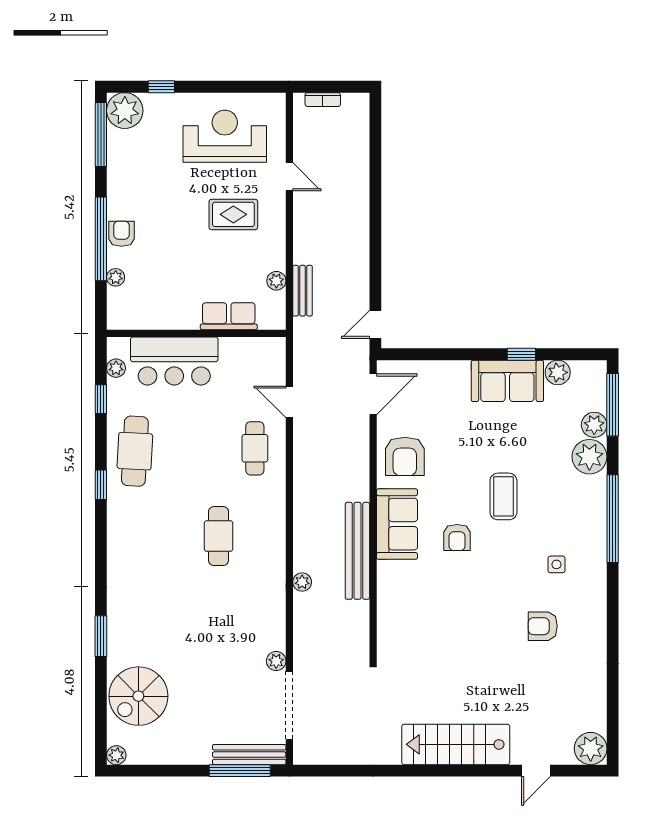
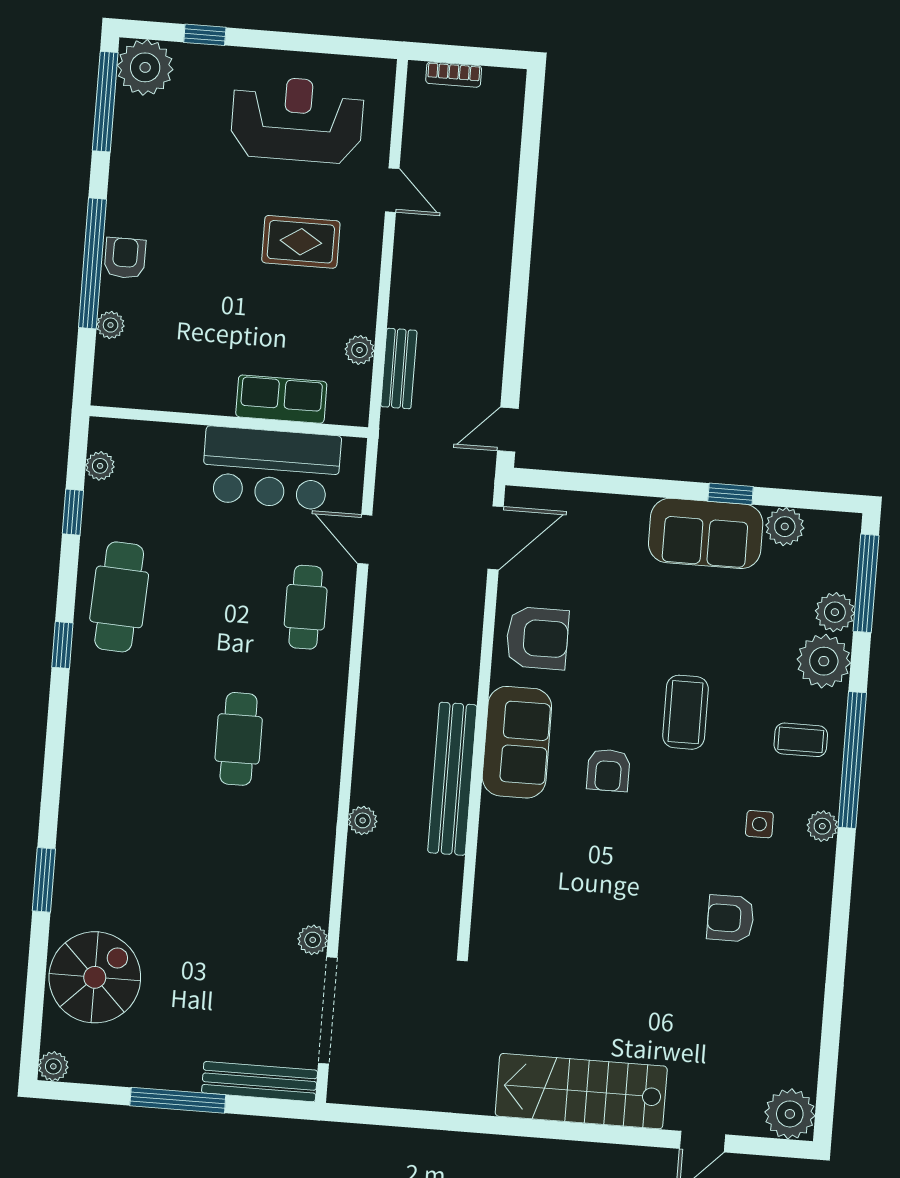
bar counter: (174, 361) -> (271, 468), moved
armchair: (405, 456) -> (537, 638), turned -90
coffee table: (579, 508) -> (801, 740), added
plant: (597, 563) -> (822, 826), added
spiral stairs: (138, 696) -> (95, 977), turned 180
window: (240, 771) -> (178, 1100), moved

